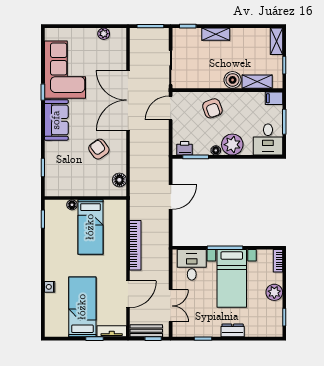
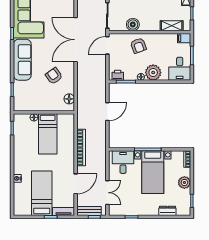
boiler: (233, 80) -> (133, 24), moved
sofa: (56, 120) -> (22, 60), width x1.36
dresser: (233, 330) -> (167, 211), moved

